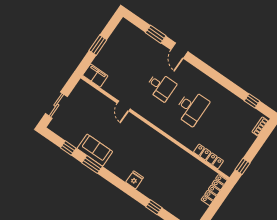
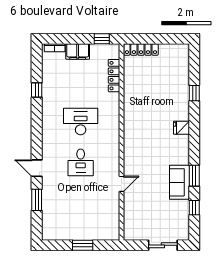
door: (179, 51) -> (37, 168), swing flipped
filing cabinet: (95, 76) -> (78, 51), moved, turned -90
desk: (161, 86) -> (81, 162), turned 180
window: (252, 101) -> (37, 90), moved

